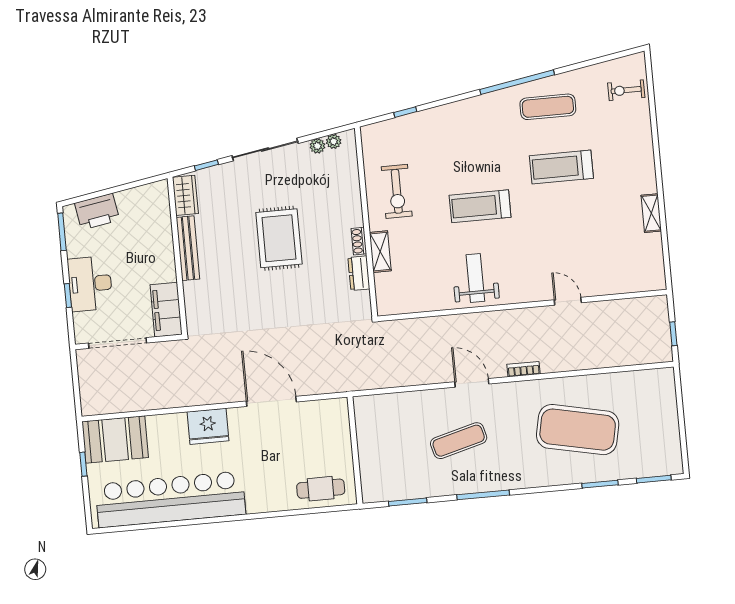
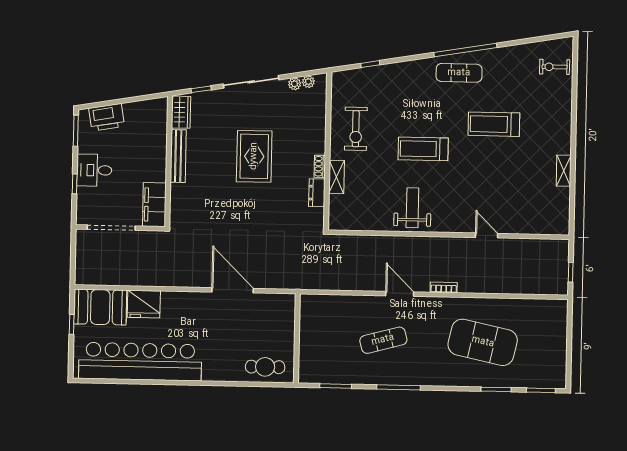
exercise mat: (548, 107) -> (459, 73), moved
desk: (90, 284) -> (94, 170), width x0.73
fridge: (208, 426) -> (144, 304), moved

